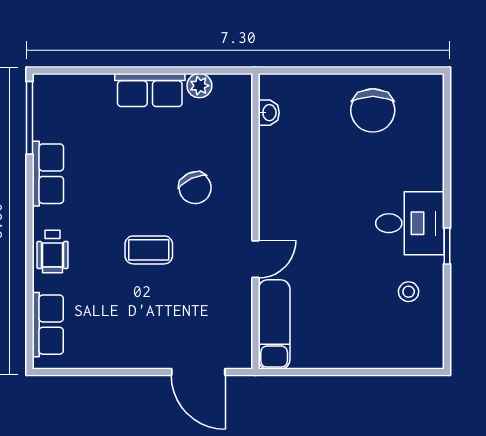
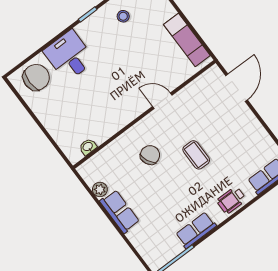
chair: (373, 110) -> (36, 77), moved
desk: (410, 223) -> (69, 56), moved
wheelchair: (53, 252) -> (231, 200), turned 180
exam couch: (274, 324) -> (187, 40), moved, turned -90

